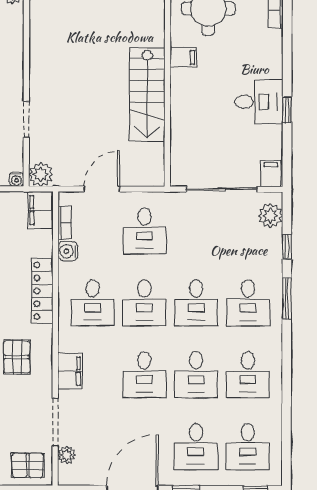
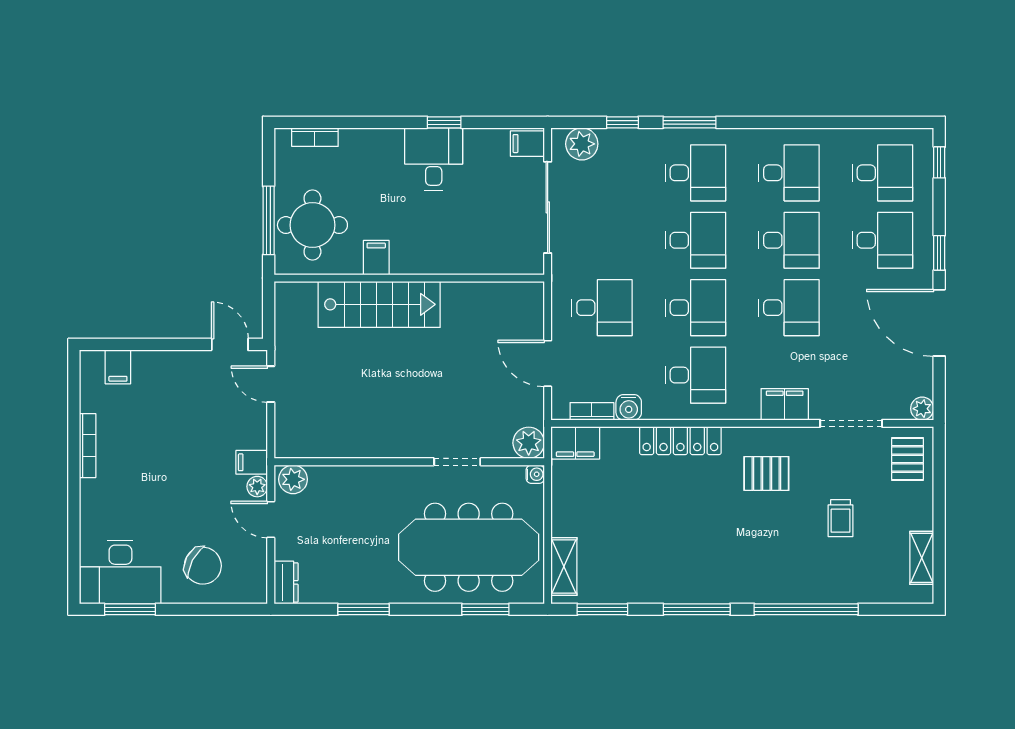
stairs: (147, 95) -> (379, 304), moved
plant: (67, 455) -> (922, 409), moved

